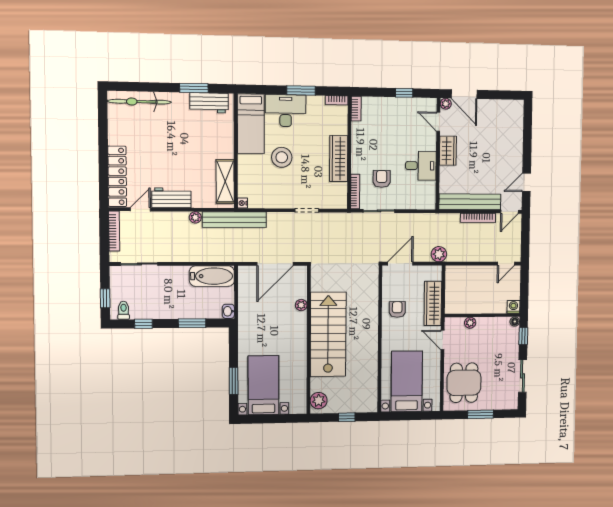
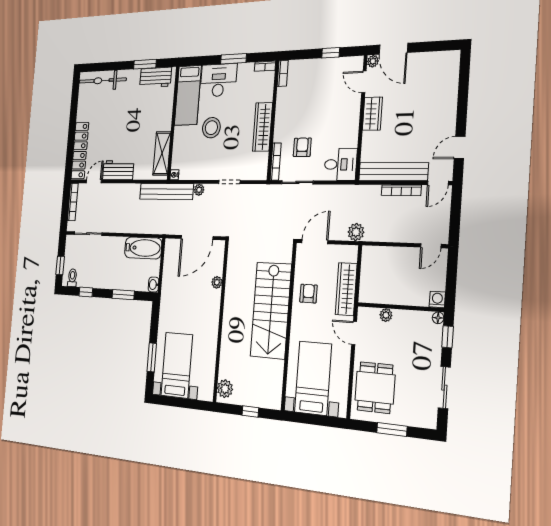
desk: (421, 166) -> (340, 164), moved
plant: (195, 217) -> (199, 190), moved
stairs: (328, 334) -> (271, 310), moved, turned 180

